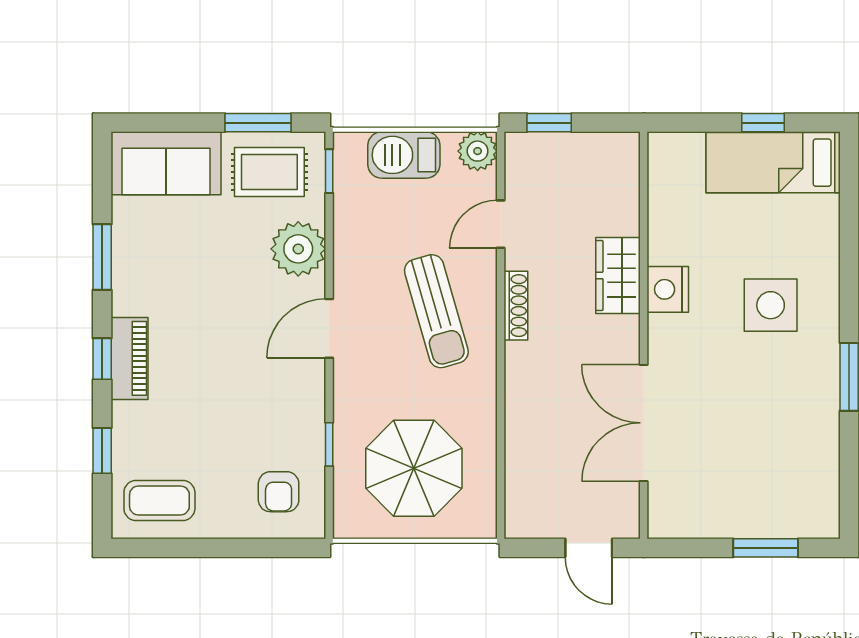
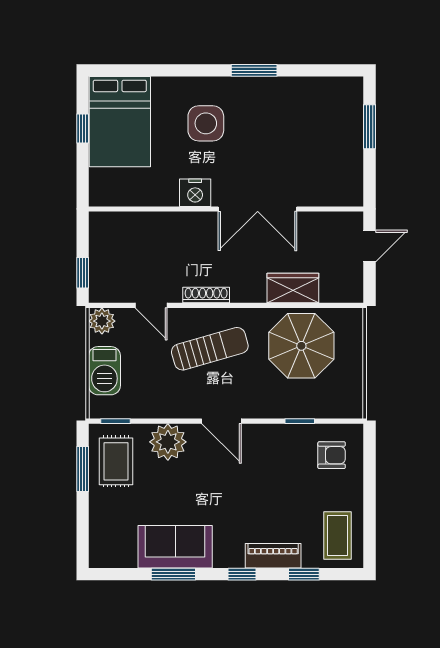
sofa: (166, 163) -> (175, 547), moved, turned -90
bed: (773, 163) -> (120, 122), width x1.50
wardrobe: (618, 275) -> (293, 288), moved, turned 180
piano: (129, 358) -> (273, 556), moved
double door: (644, 423) -> (258, 209), moved
parasol: (414, 468) -> (301, 346), moved

